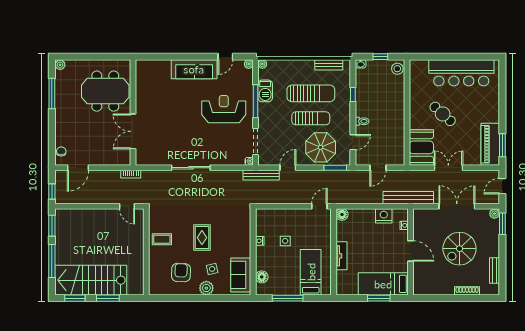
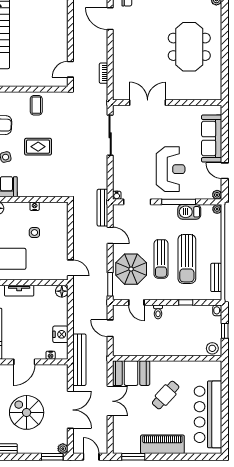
wall: (133, 112) -> (167, 103), moved
double door: (133, 131) -> (148, 103), moved
piano: (490, 144) -> (162, 444), moved

